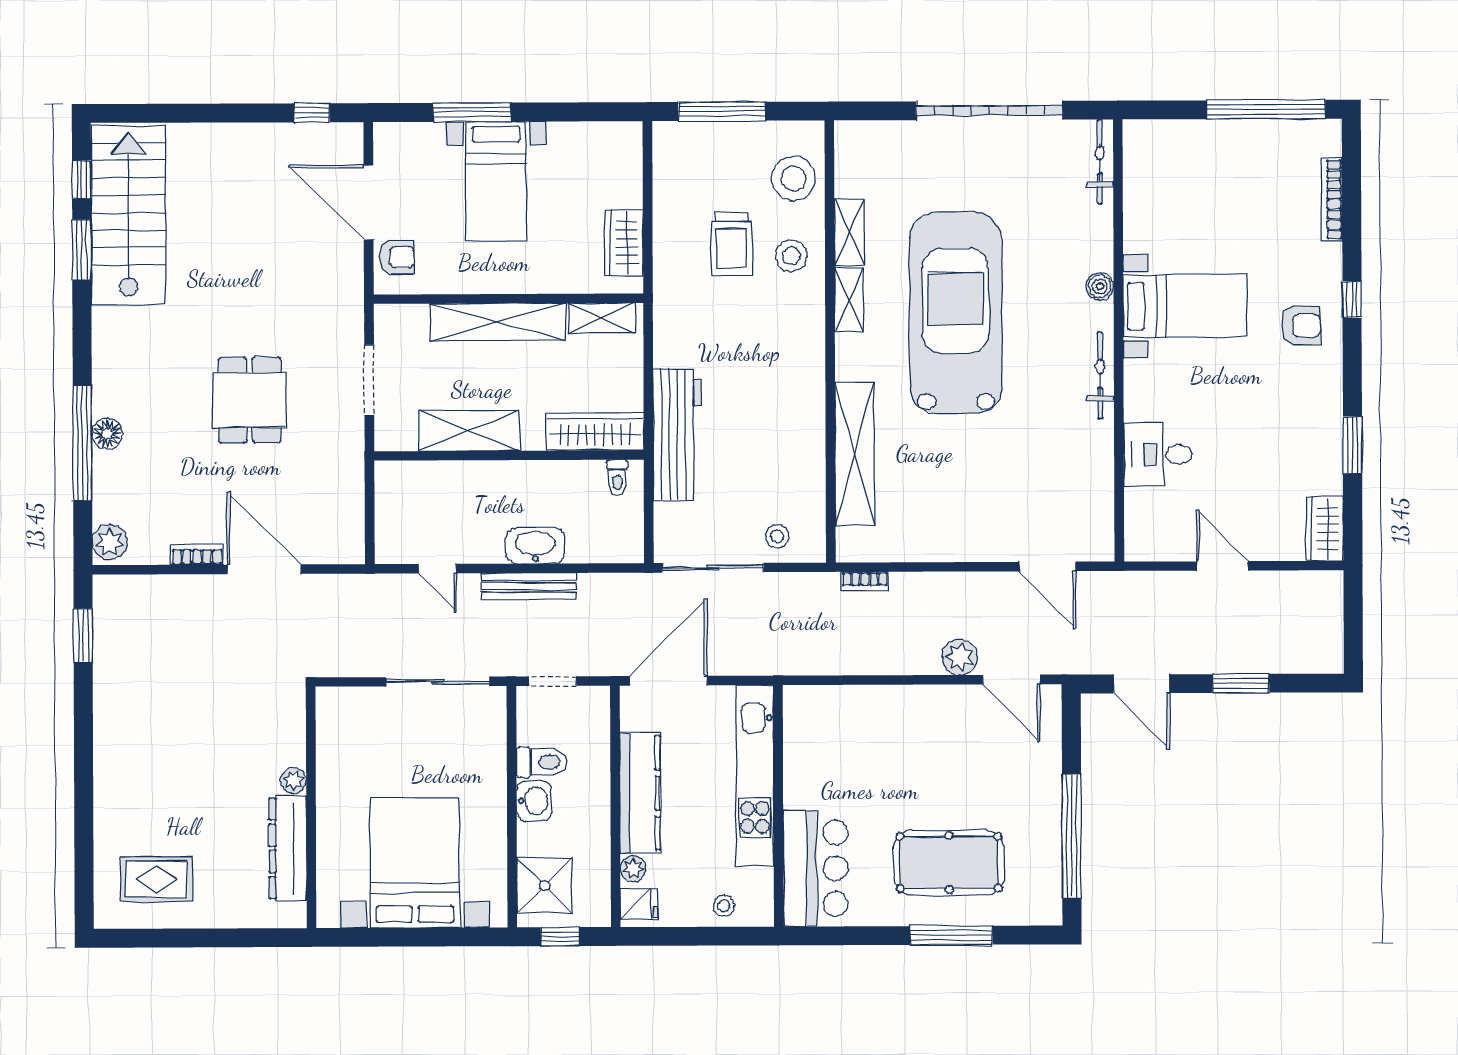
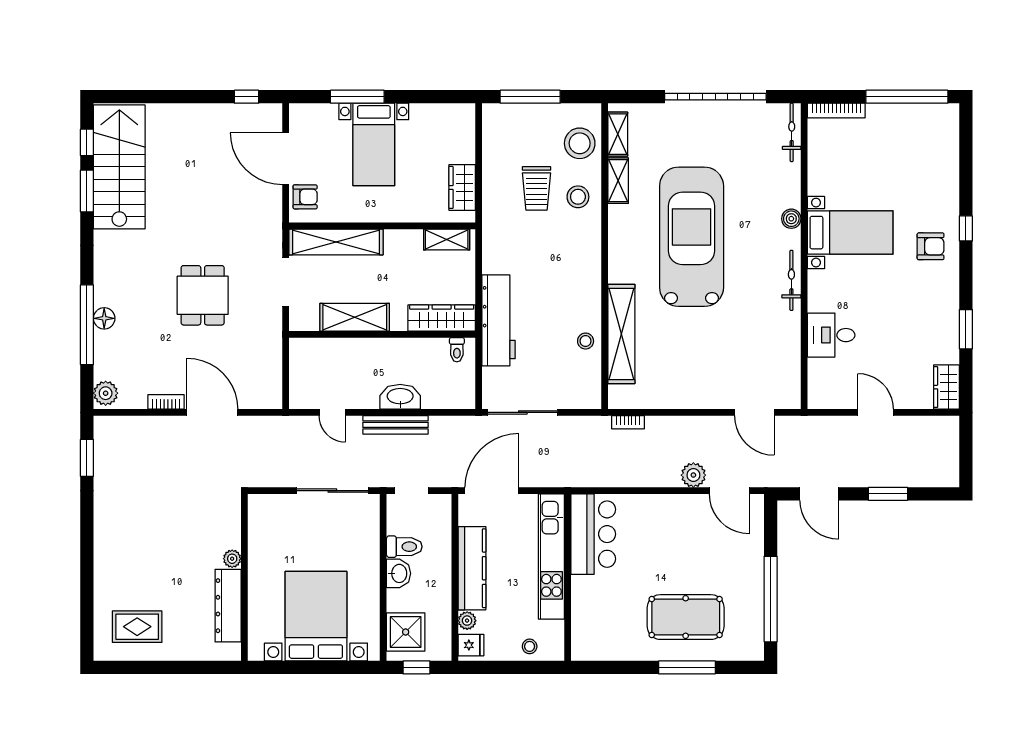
bookcase: (1332, 200) -> (836, 111), moved, turned -90
shelving: (849, 300) -> (618, 134), moved
shelving: (498, 322) -> (336, 242), moved
stool: (777, 536) -> (586, 341), moved
bar counter: (816, 868) -> (593, 534), moved

